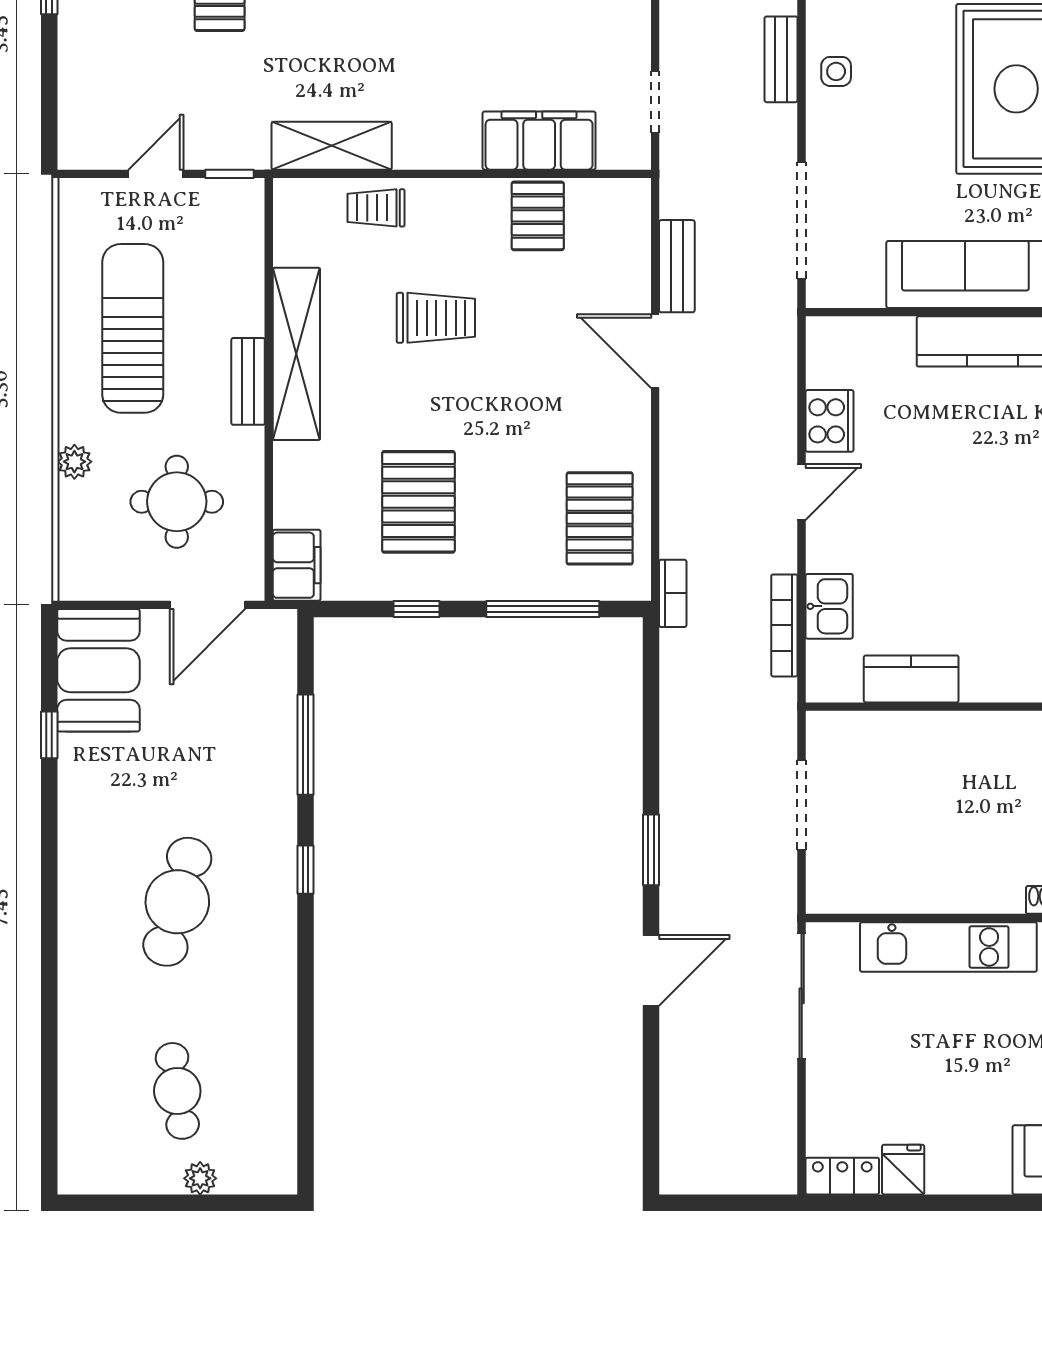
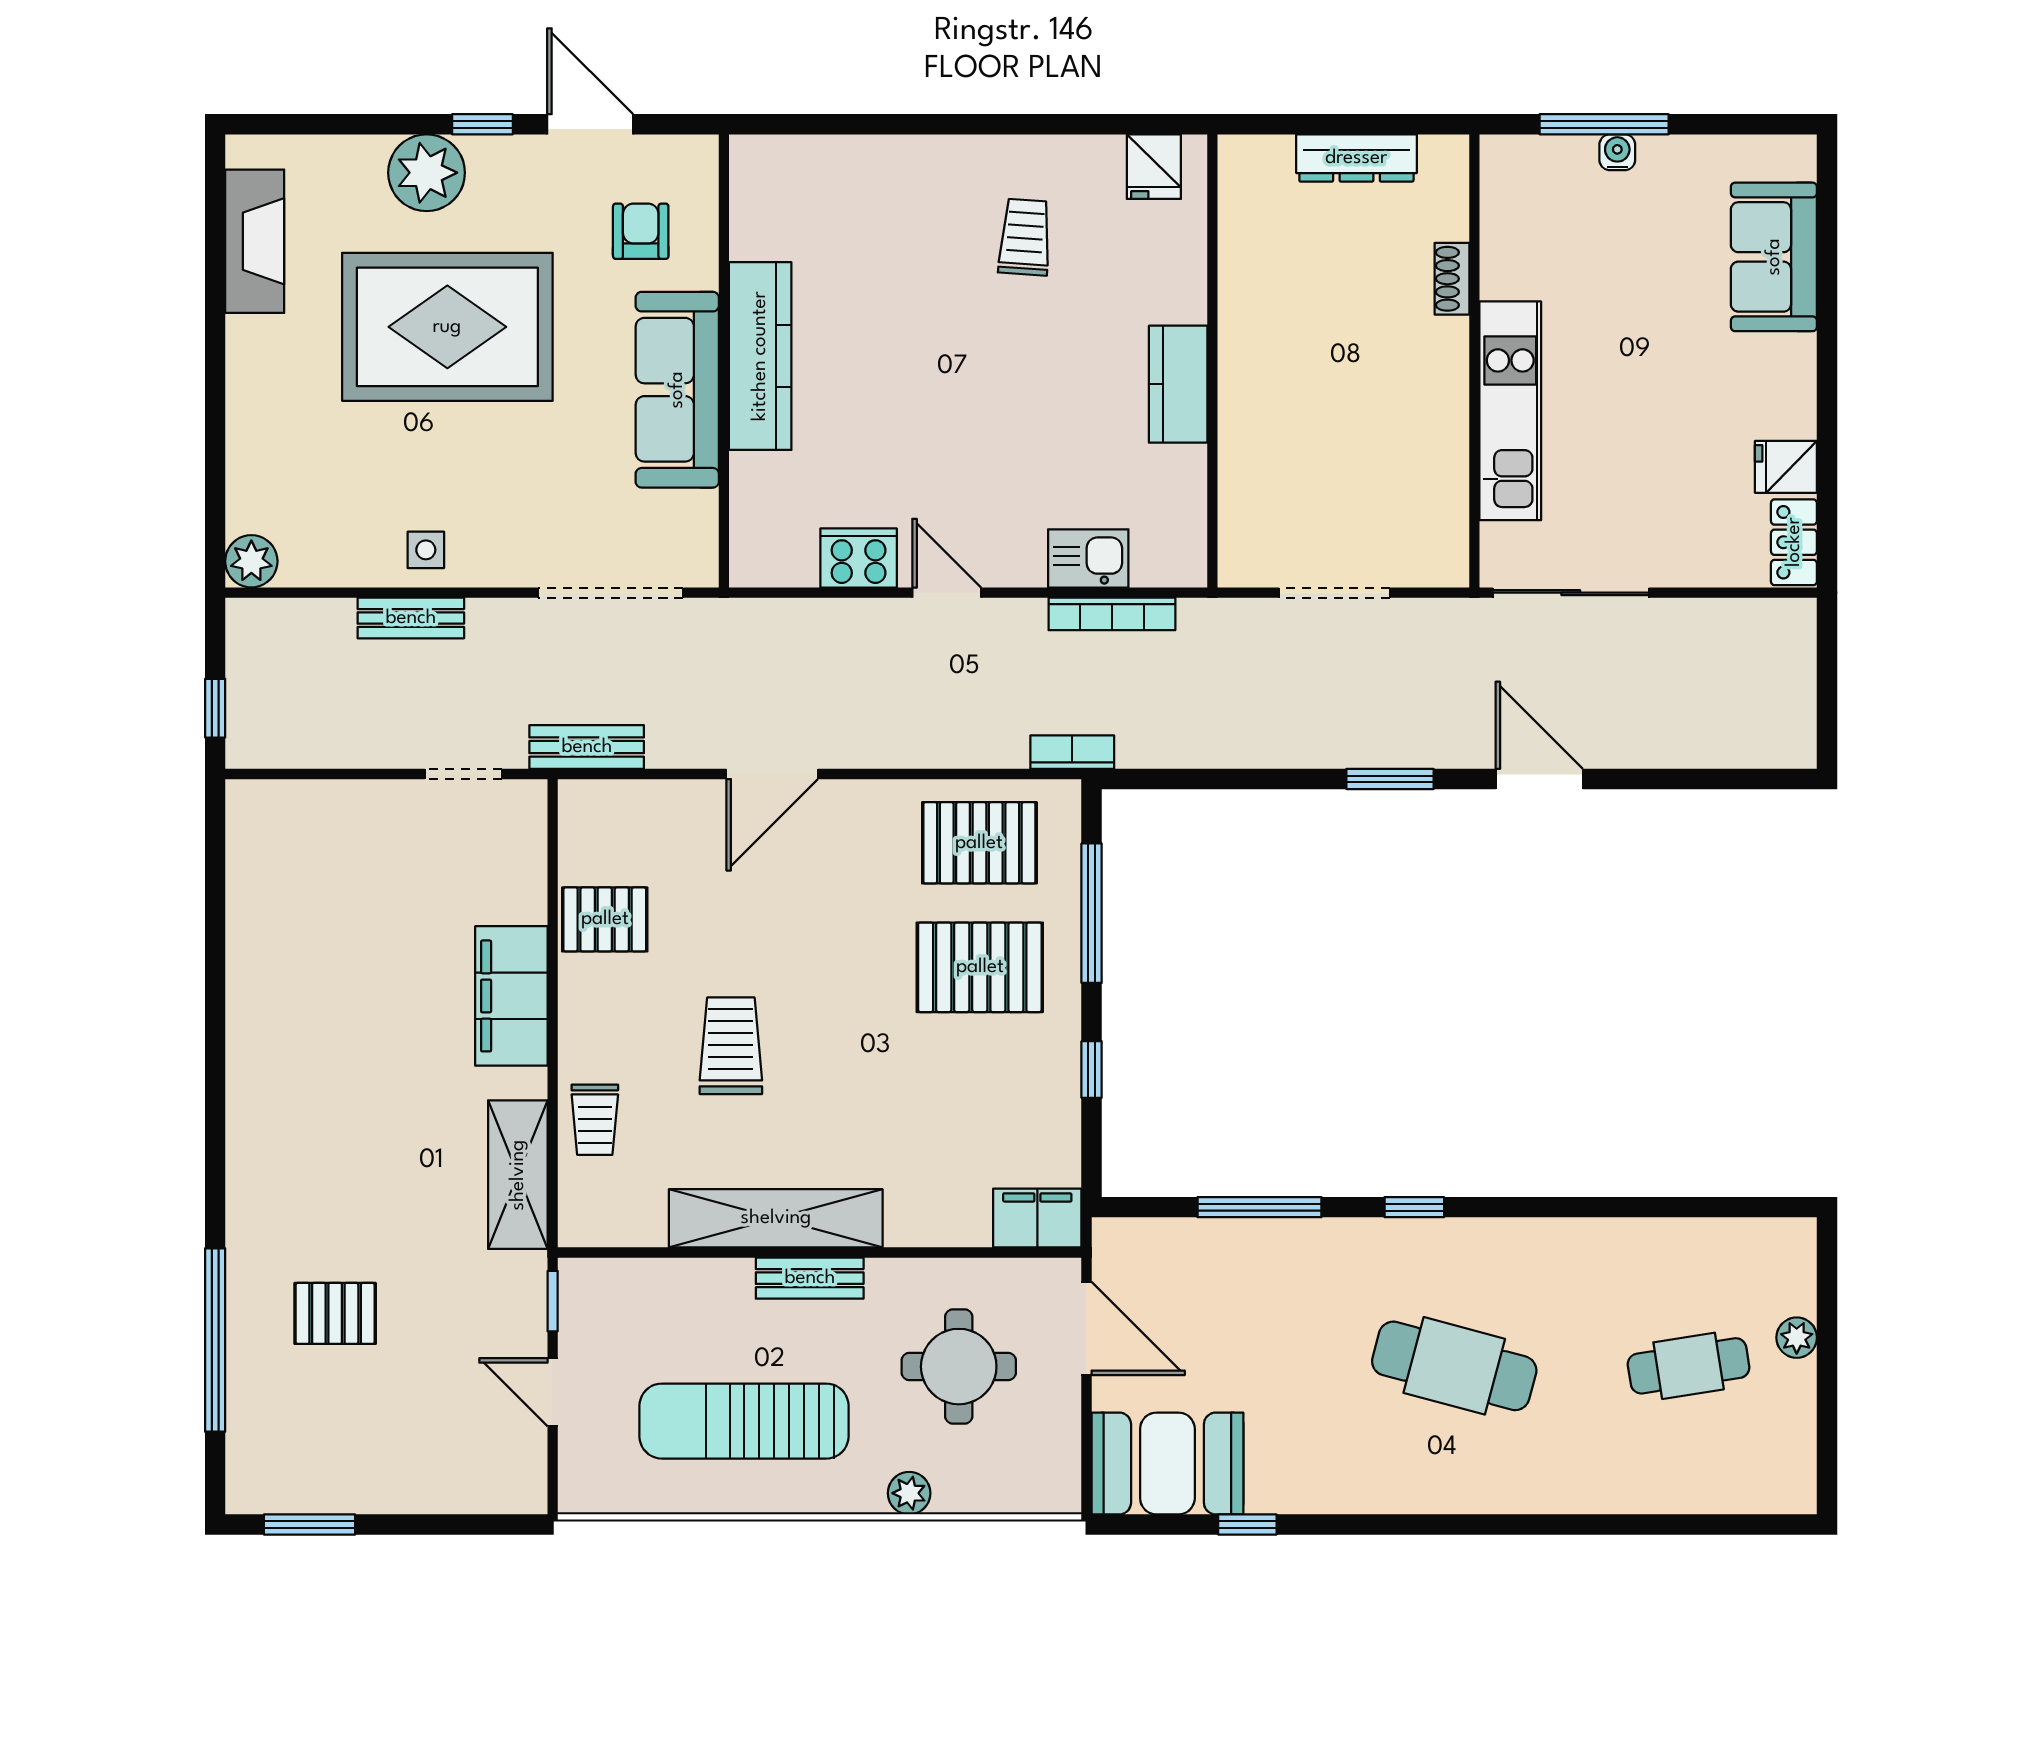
filing cabinet: (539, 141) -> (511, 996), moved
bench: (677, 266) -> (587, 747), moved
pallet: (418, 502) -> (980, 967), moved
kitchen counter: (911, 679) -> (1178, 384), moved

